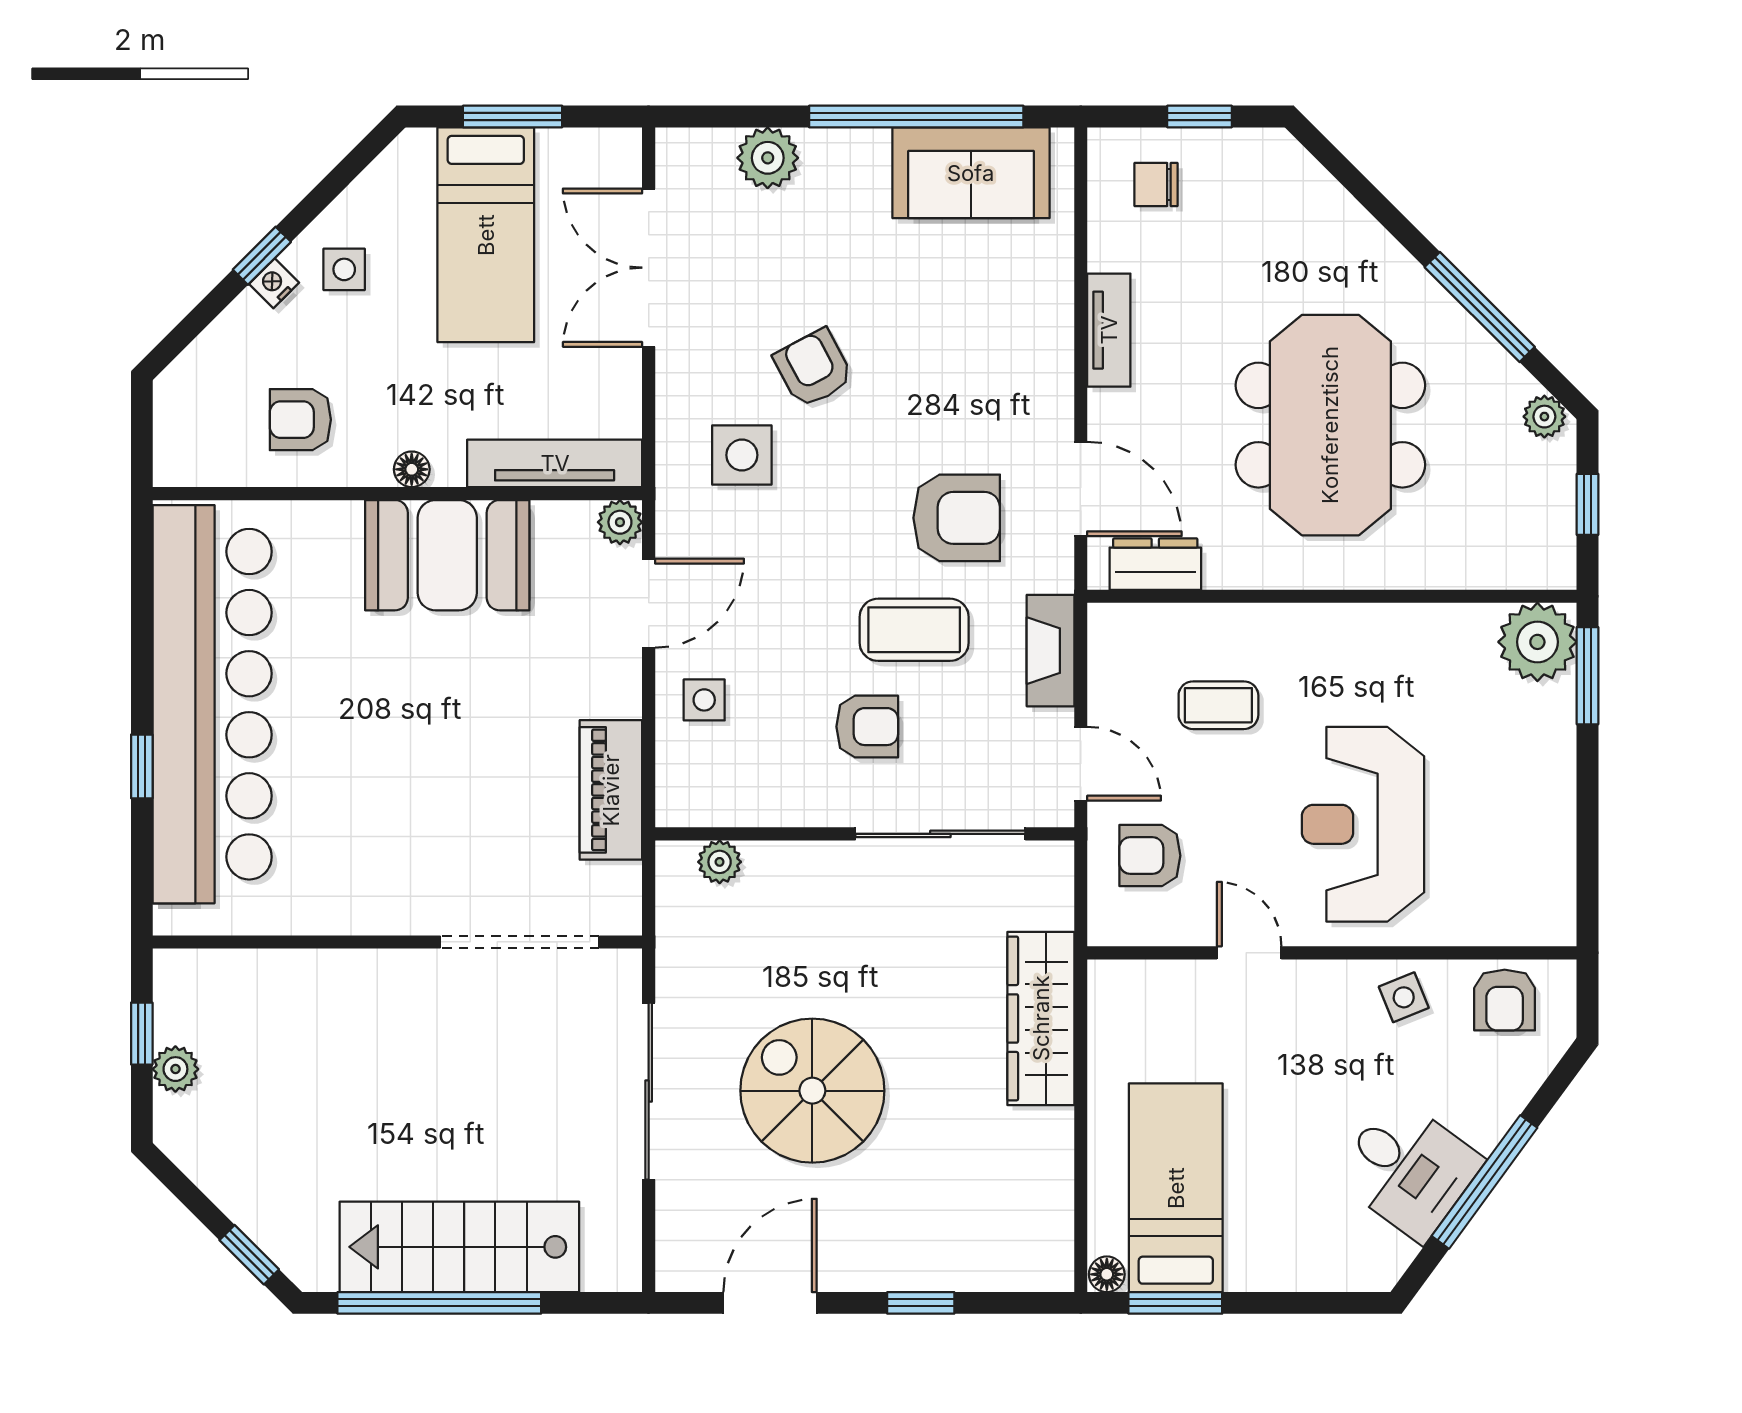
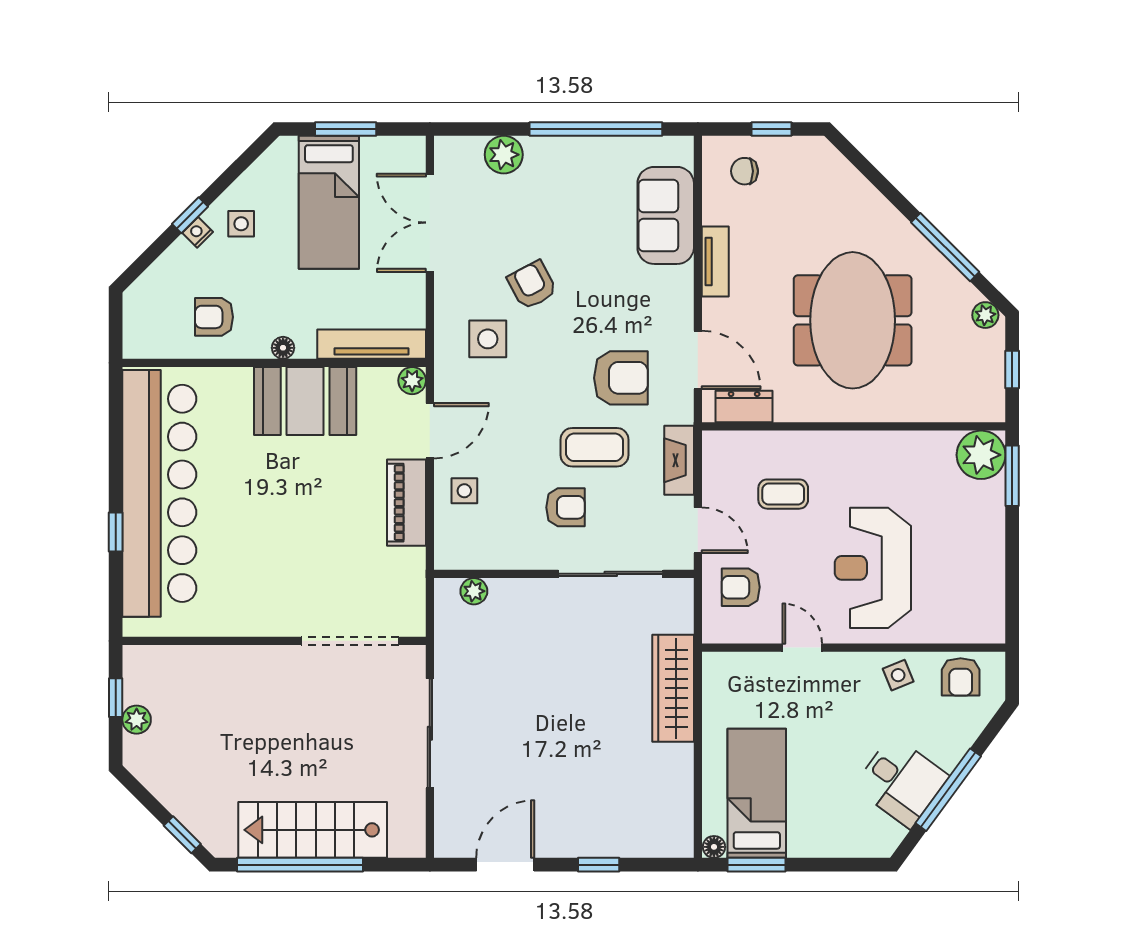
sofa: (971, 173) -> (666, 215), moved, turned 90
piano: (611, 790) -> (406, 503), moved
spiral stairs: (812, 1091) -> (531, 733), removed

